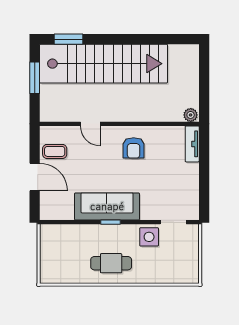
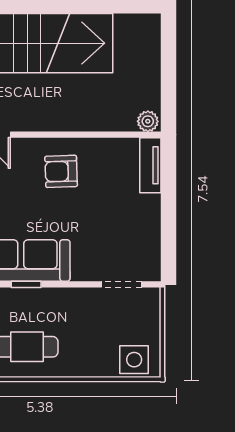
armchair: (134, 148) -> (61, 171), turned 88
side table: (149, 237) -> (134, 360), moved

